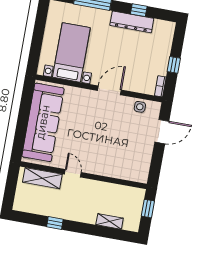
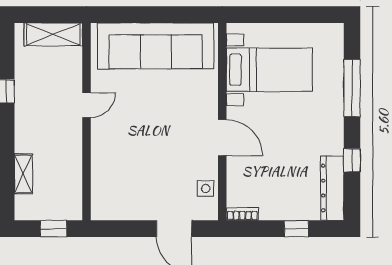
dresser: (132, 22) -> (332, 188), moved
window: (174, 65) -> (296, 229), moved
shelving: (42, 178) -> (53, 34), moved, turned 90

